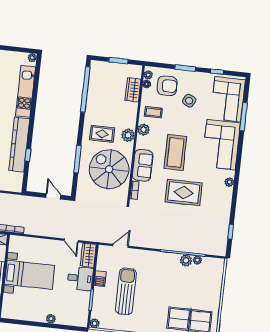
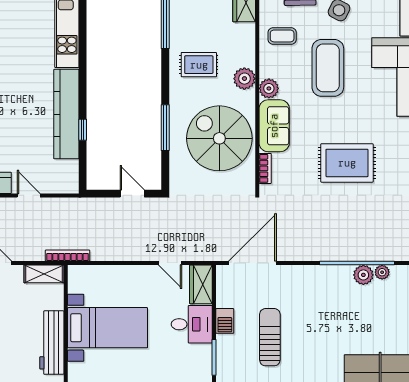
plant: (143, 130) -> (269, 88), moved
rug: (102, 134) -> (199, 65), moved
coffee table: (175, 152) -> (328, 68), moved
door: (121, 246) -> (253, 263), width x1.88
sun lounger: (126, 291) -> (270, 337), width x0.73, depth x0.75

